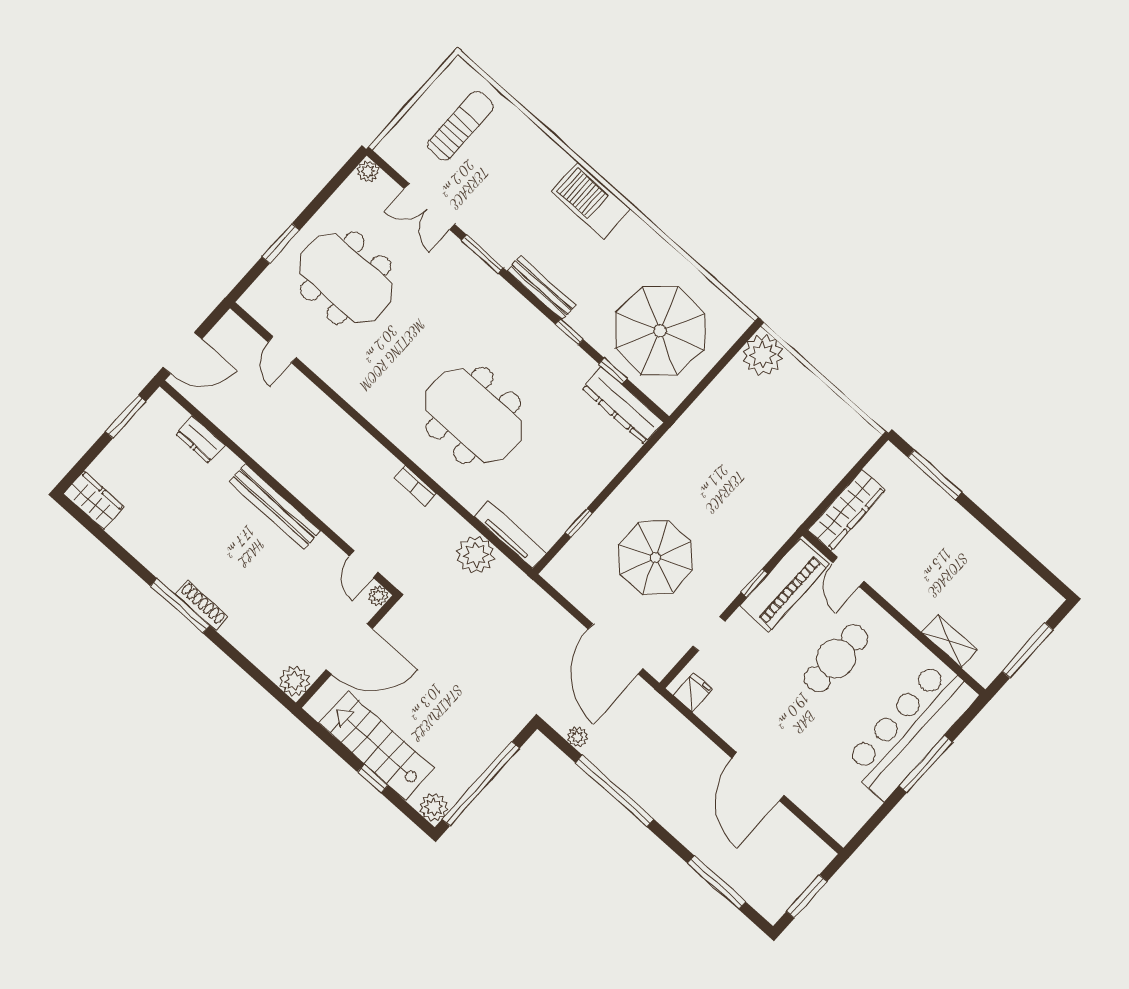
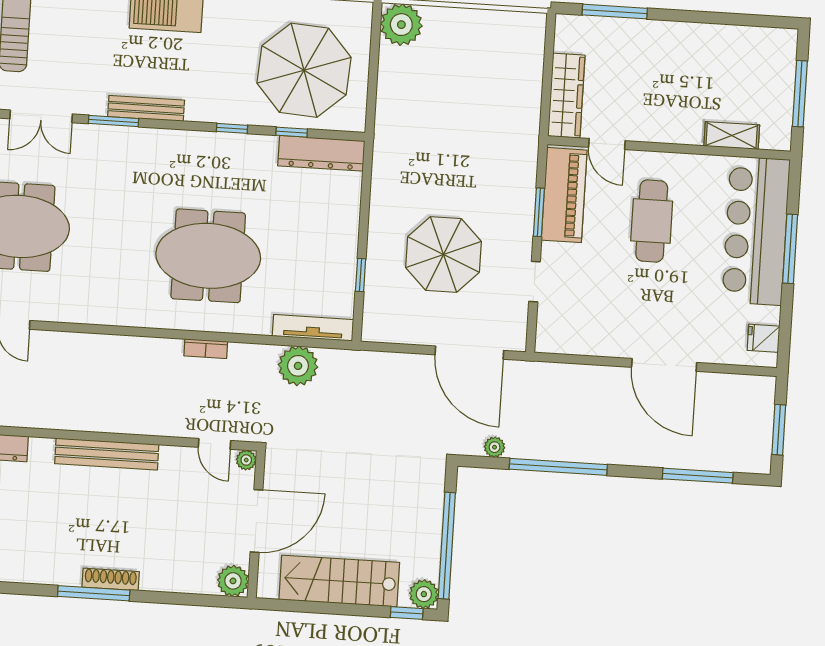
bench: (541, 288) -> (146, 108), moved
window: (754, 583) -> (539, 212), width x1.50
fridge: (693, 692) -> (763, 338), moved, turned -90
window: (373, 779) -> (407, 613), moved

